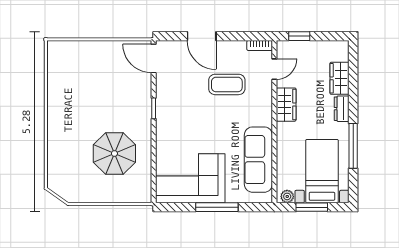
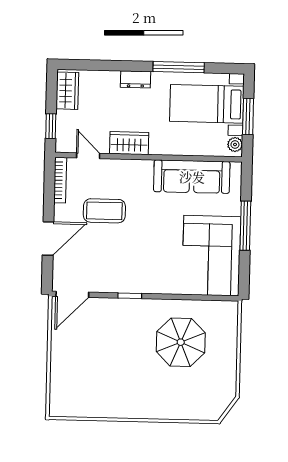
bookcase: (260, 45) -> (60, 180), width x1.56
wardrobe: (339, 78) -> (67, 91), moved, turned -90
coffee table: (227, 84) -> (104, 211), turned 90

